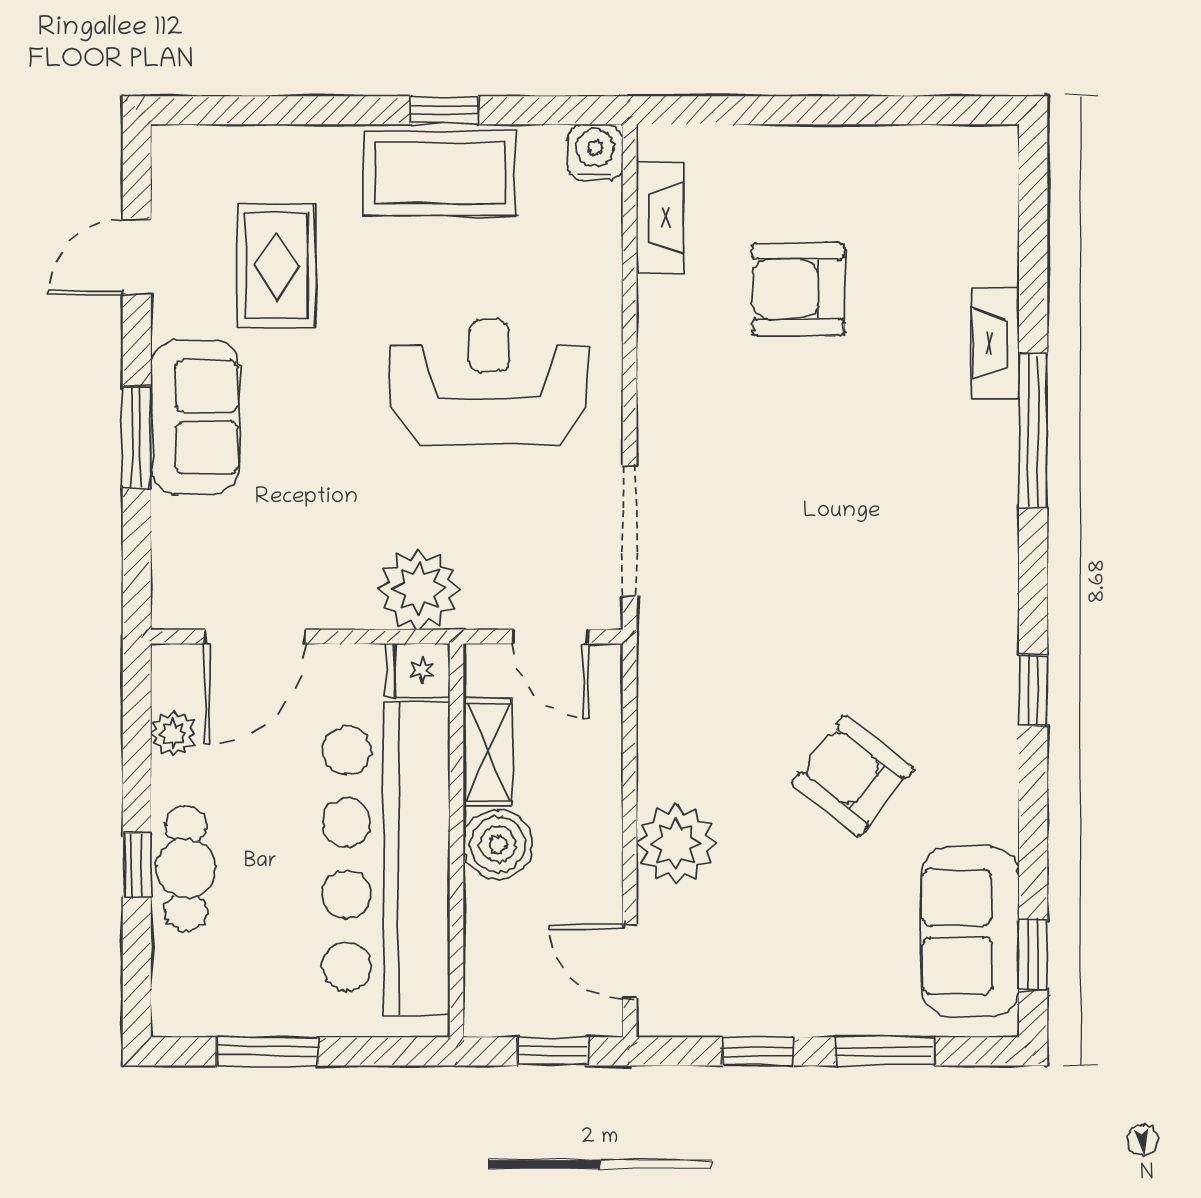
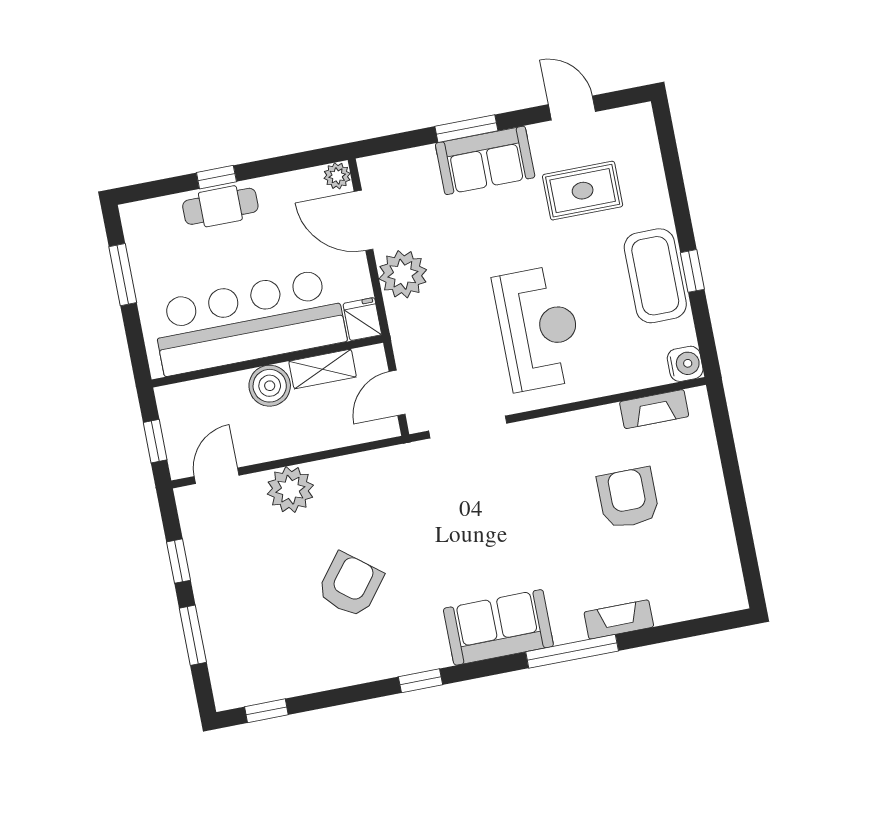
plant: (419, 589) -> (403, 274), moved
plant: (173, 734) -> (337, 176), moved
sofa: (970, 932) -> (498, 627), moved

